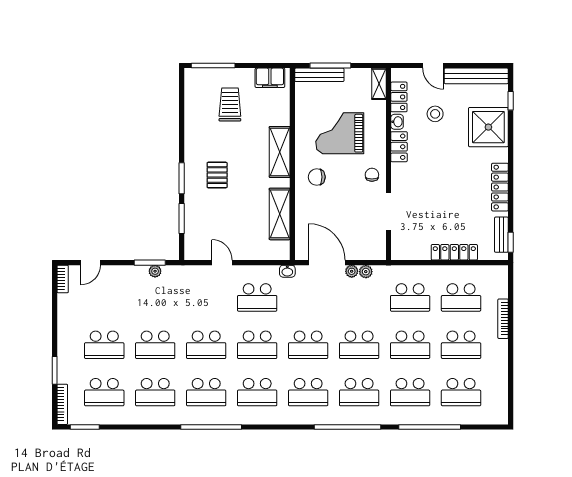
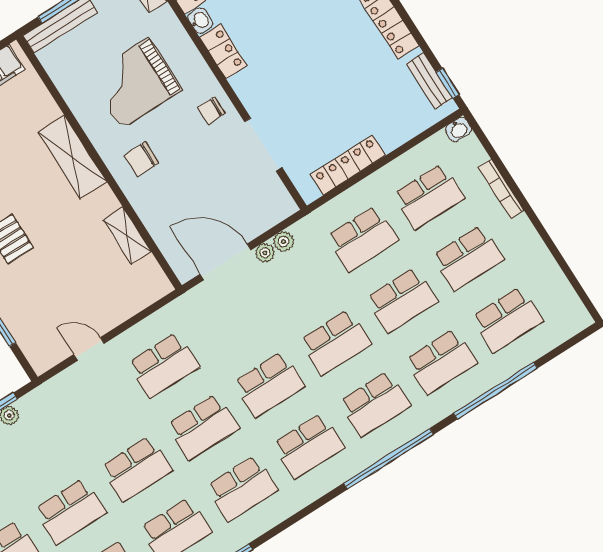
chair: (372, 175) -> (211, 110), turned -90
shelving: (280, 214) -> (127, 236), width x0.67, depth x0.75
locker: (454, 252) -> (348, 165), moved
washbasin: (287, 271) -> (458, 129), moved

